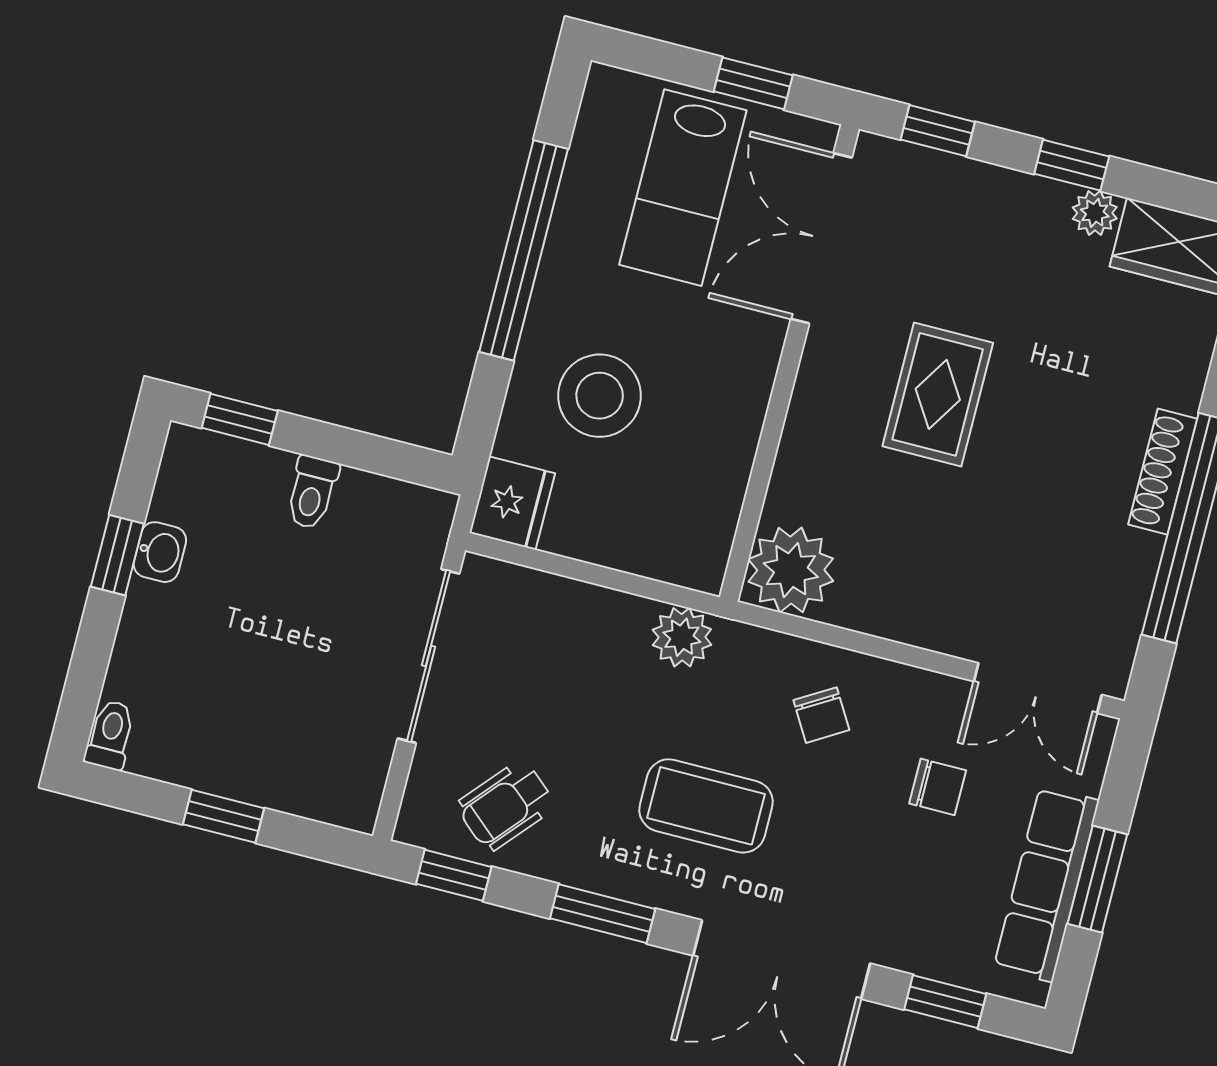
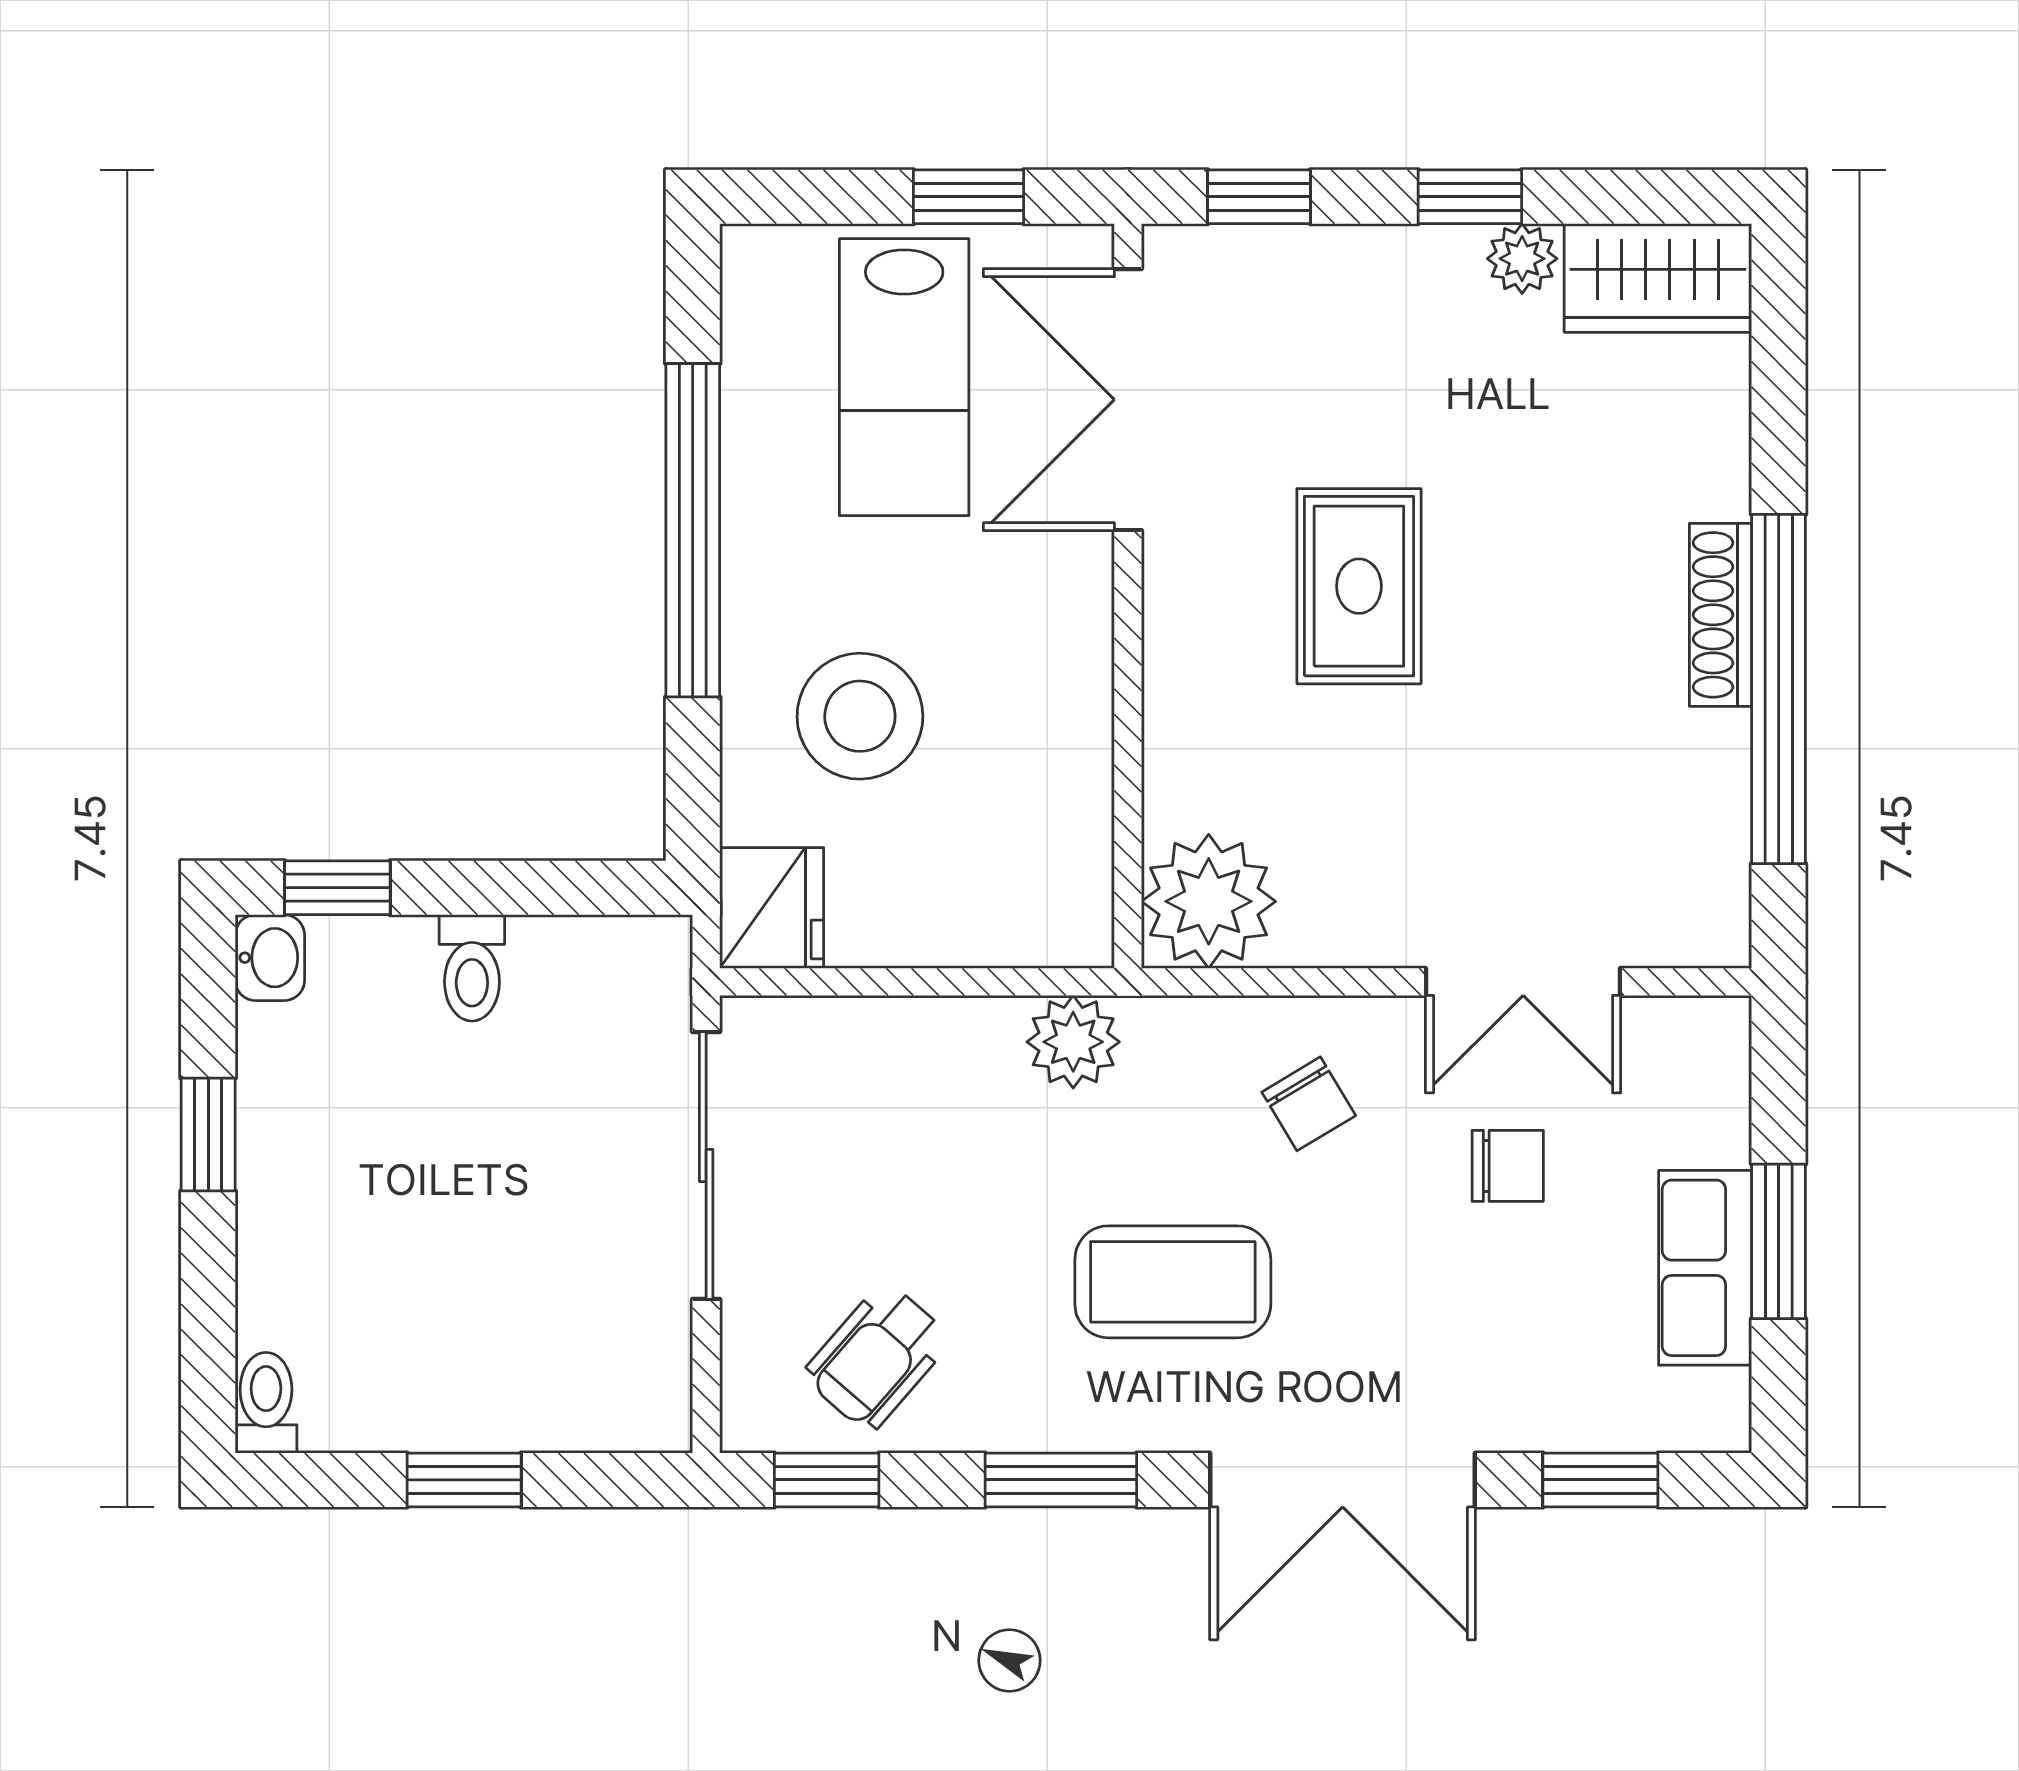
washbasin: (160, 552) -> (270, 958), moved
double door: (1038, 688) -> (1523, 982), moved
row of seats: (1046, 884) -> (1705, 1268), width x0.68

